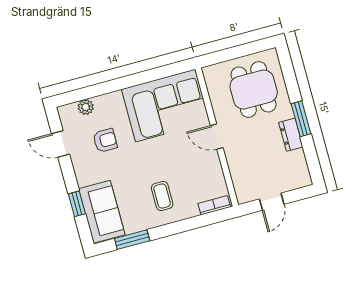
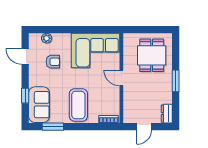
dresser: (291, 135) -> (167, 114), moved
coffee table: (162, 196) -> (78, 105), width x1.86, depth x1.72

